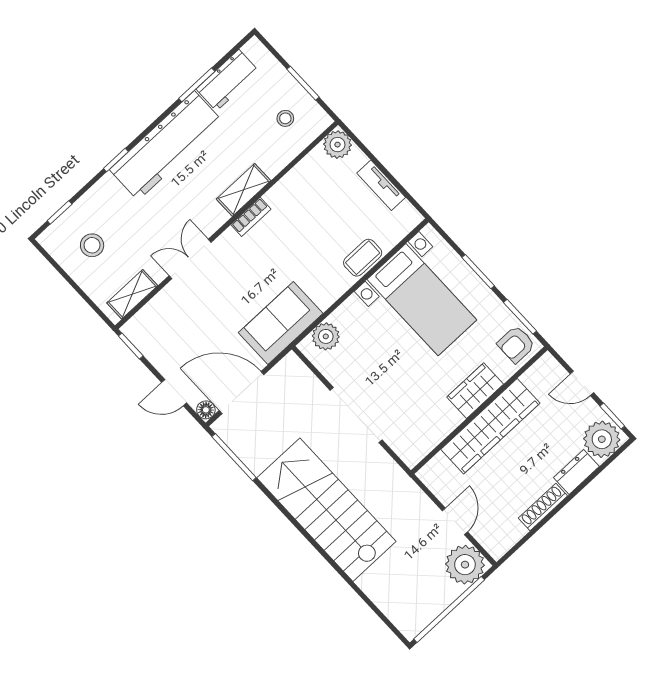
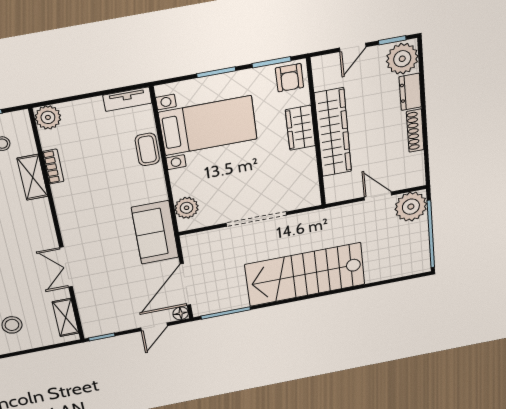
tv unit: (381, 185) -> (127, 99), moved
shelving: (244, 190) -> (33, 177), moved
bookcase: (251, 217) -> (53, 167), moved

